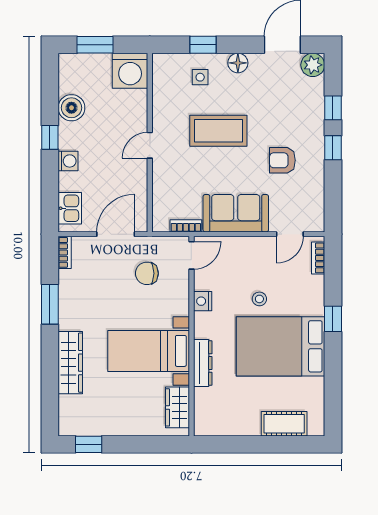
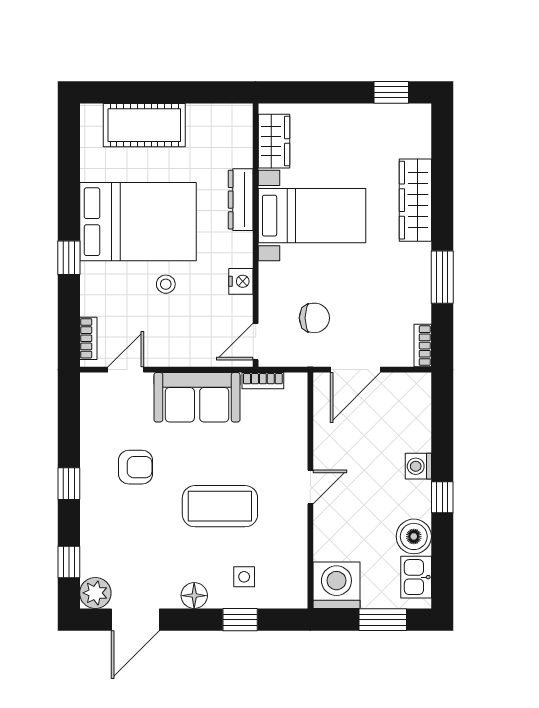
window: (333, 108) -> (69, 562), moved
kitchen sink: (70, 208) -> (416, 577), moved
cot: (284, 424) -> (144, 125), width x1.37, depth x1.34

